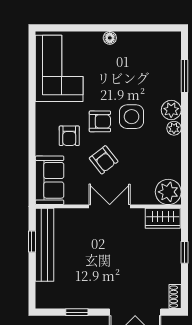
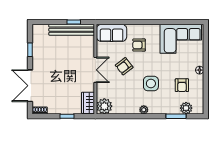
plant: (171, 110) -> (186, 108), moved
armchair: (100, 121) -> (182, 85), moved

